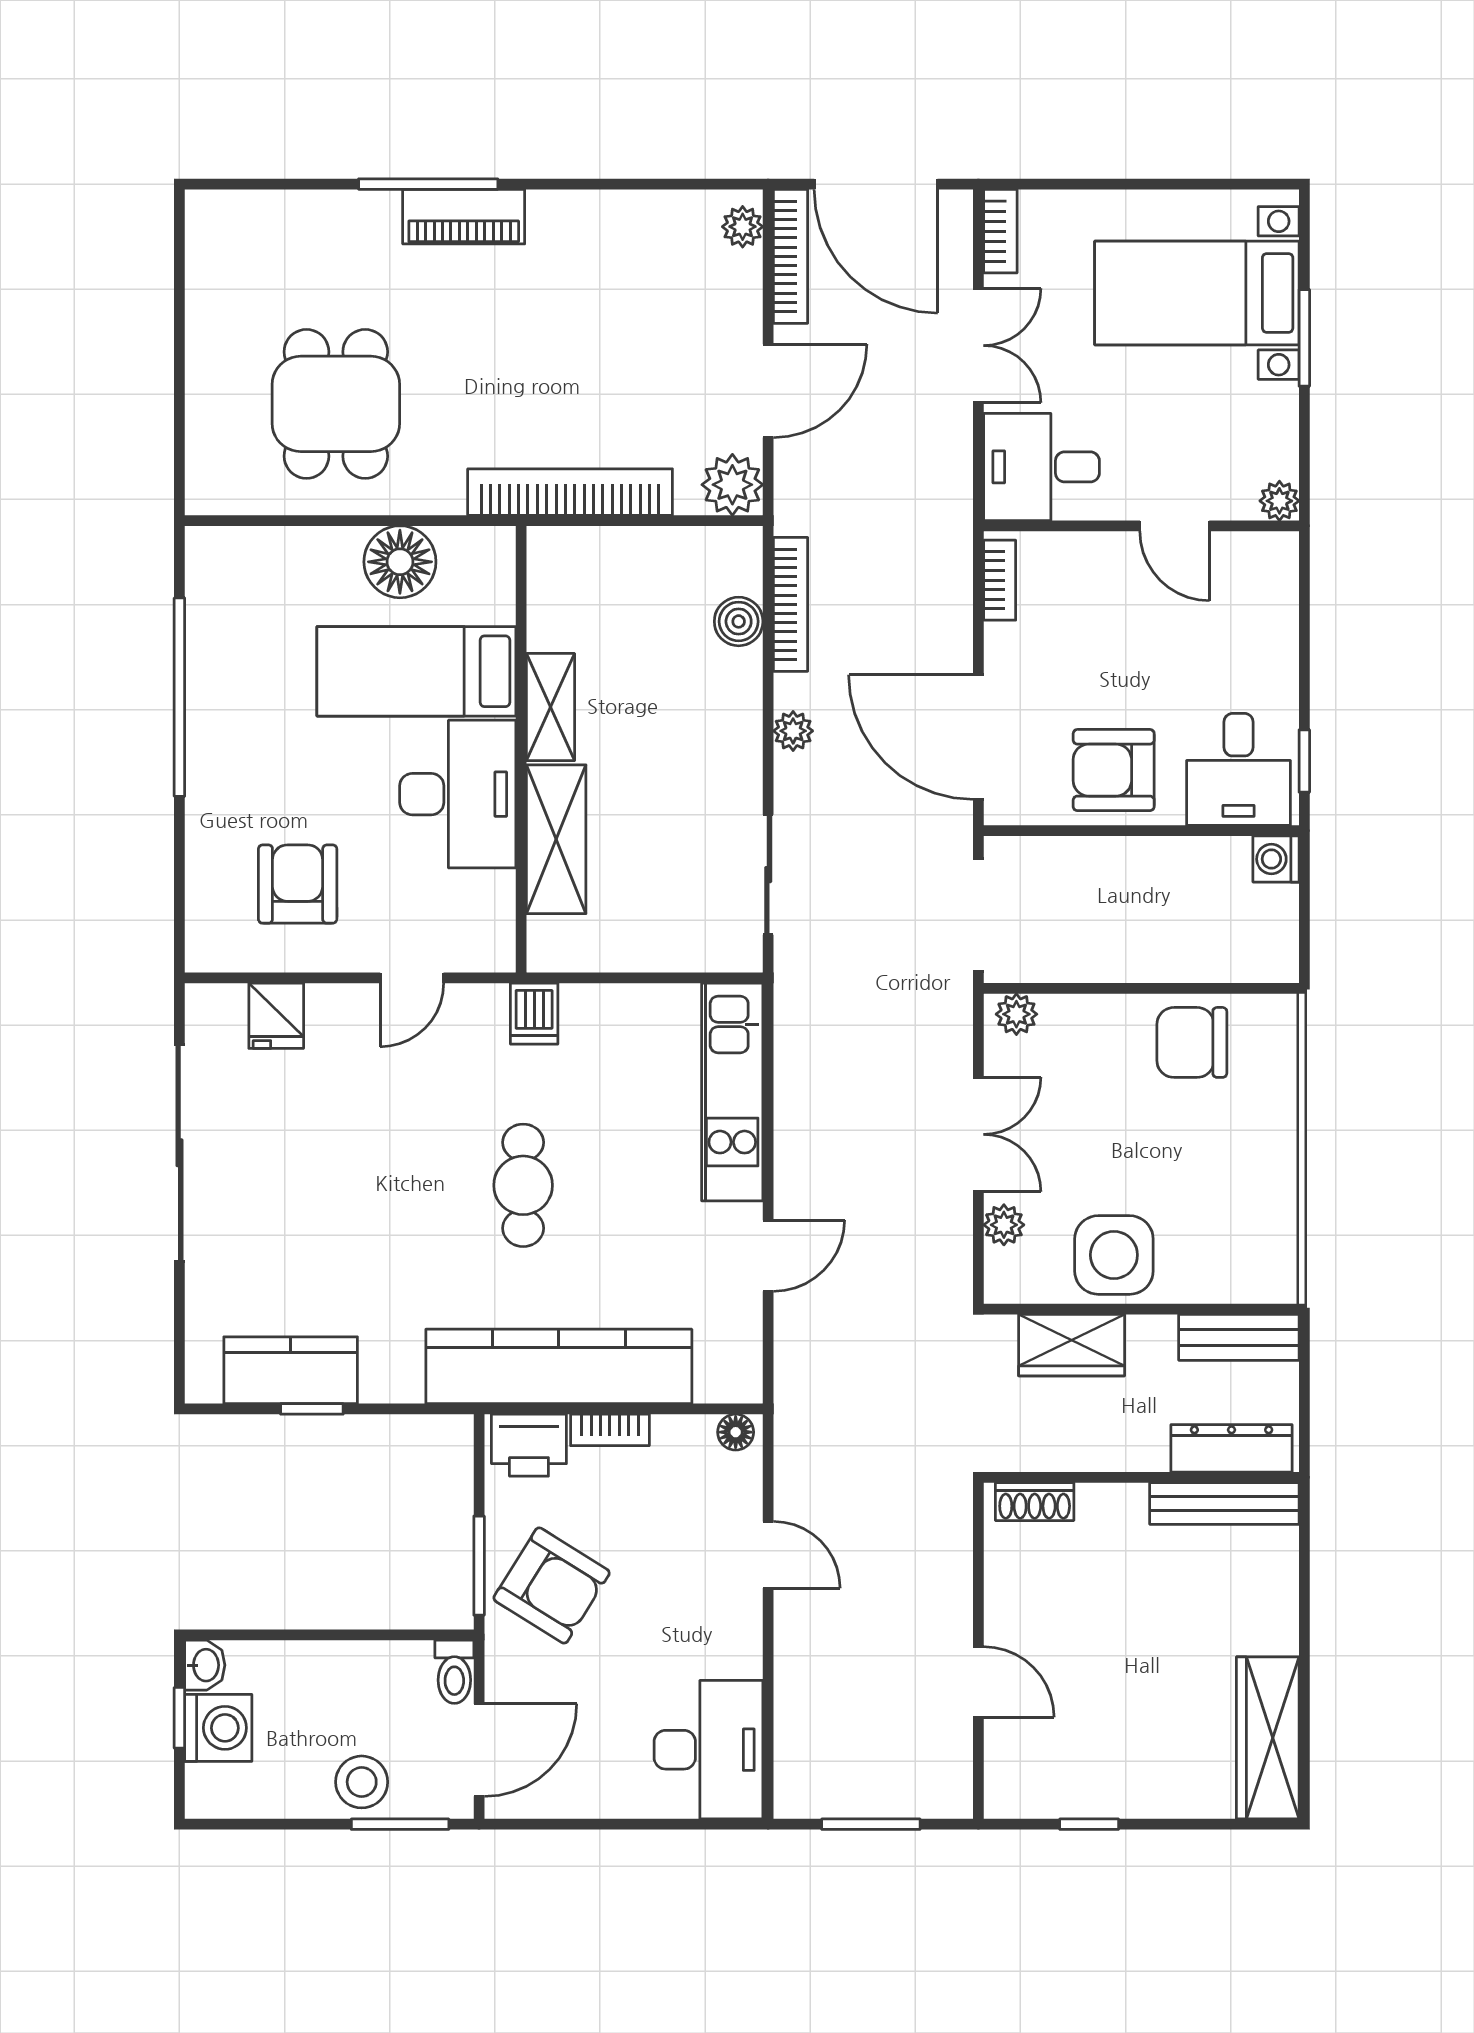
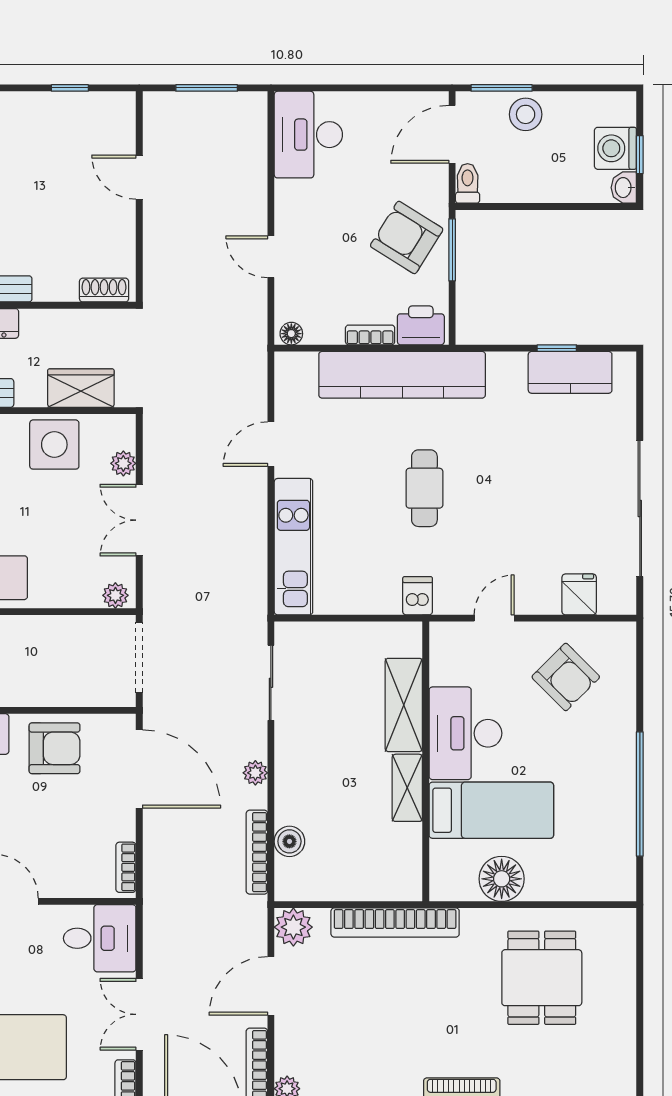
armchair: (298, 884) -> (566, 677), turned -45

